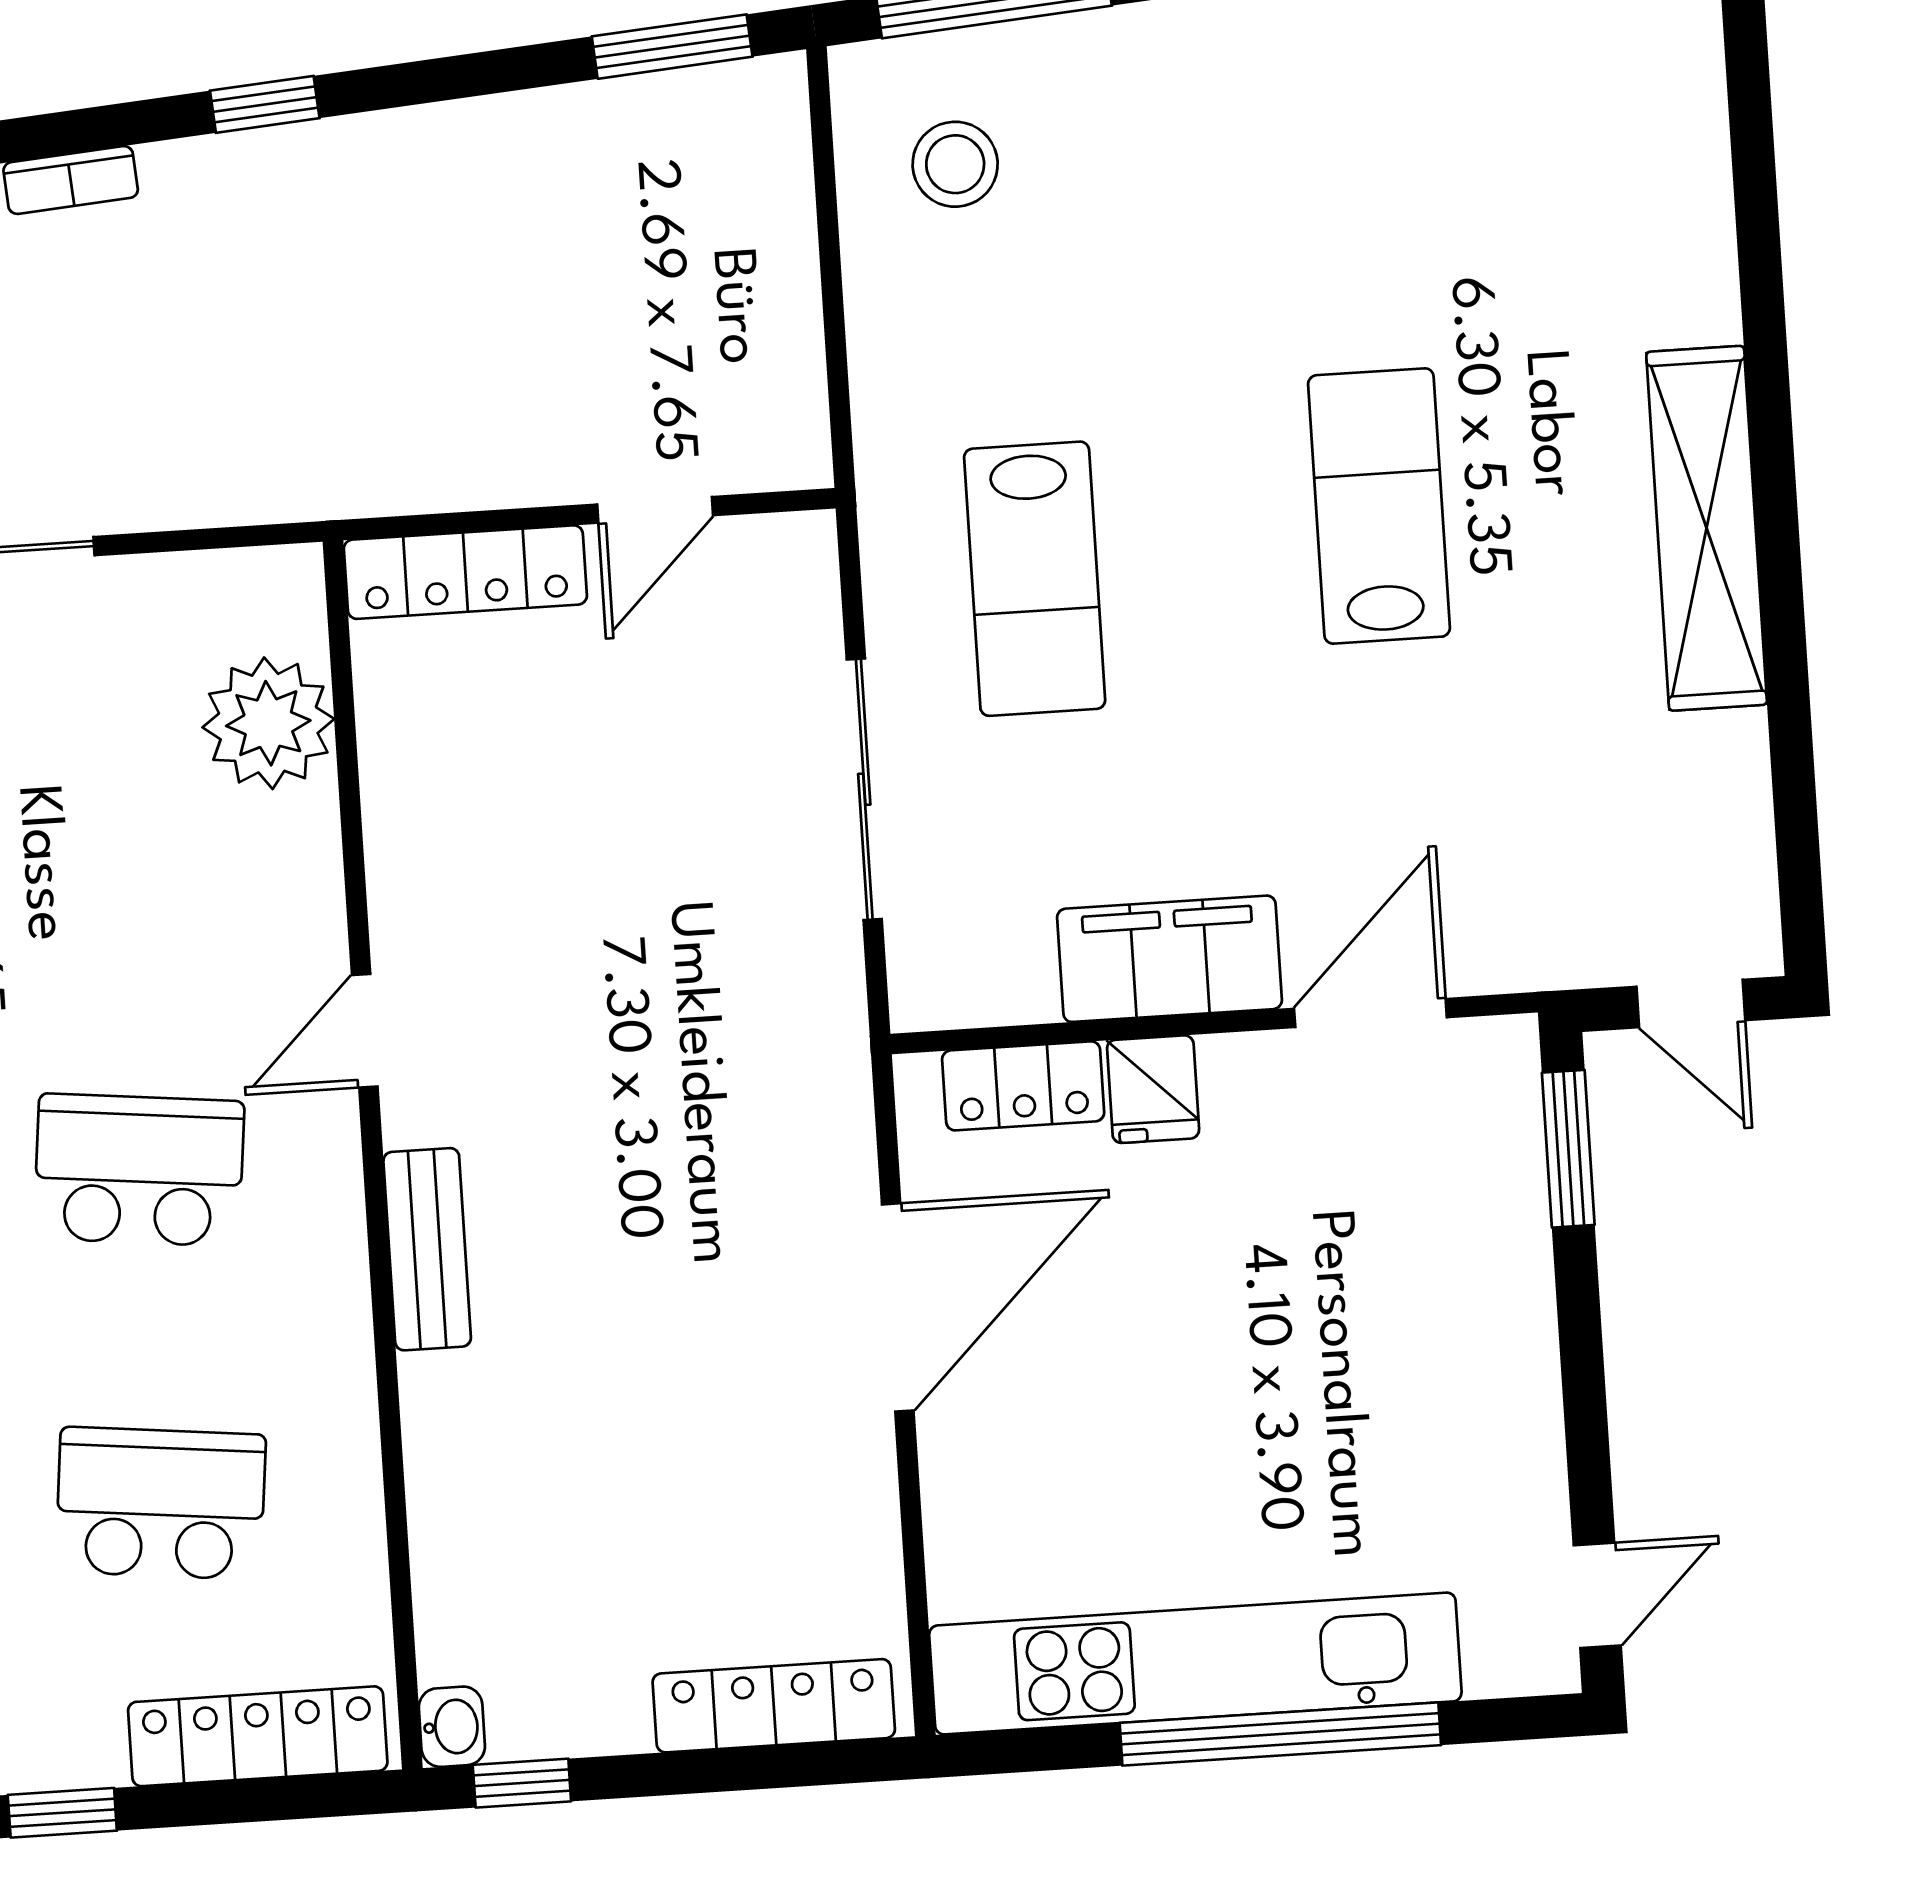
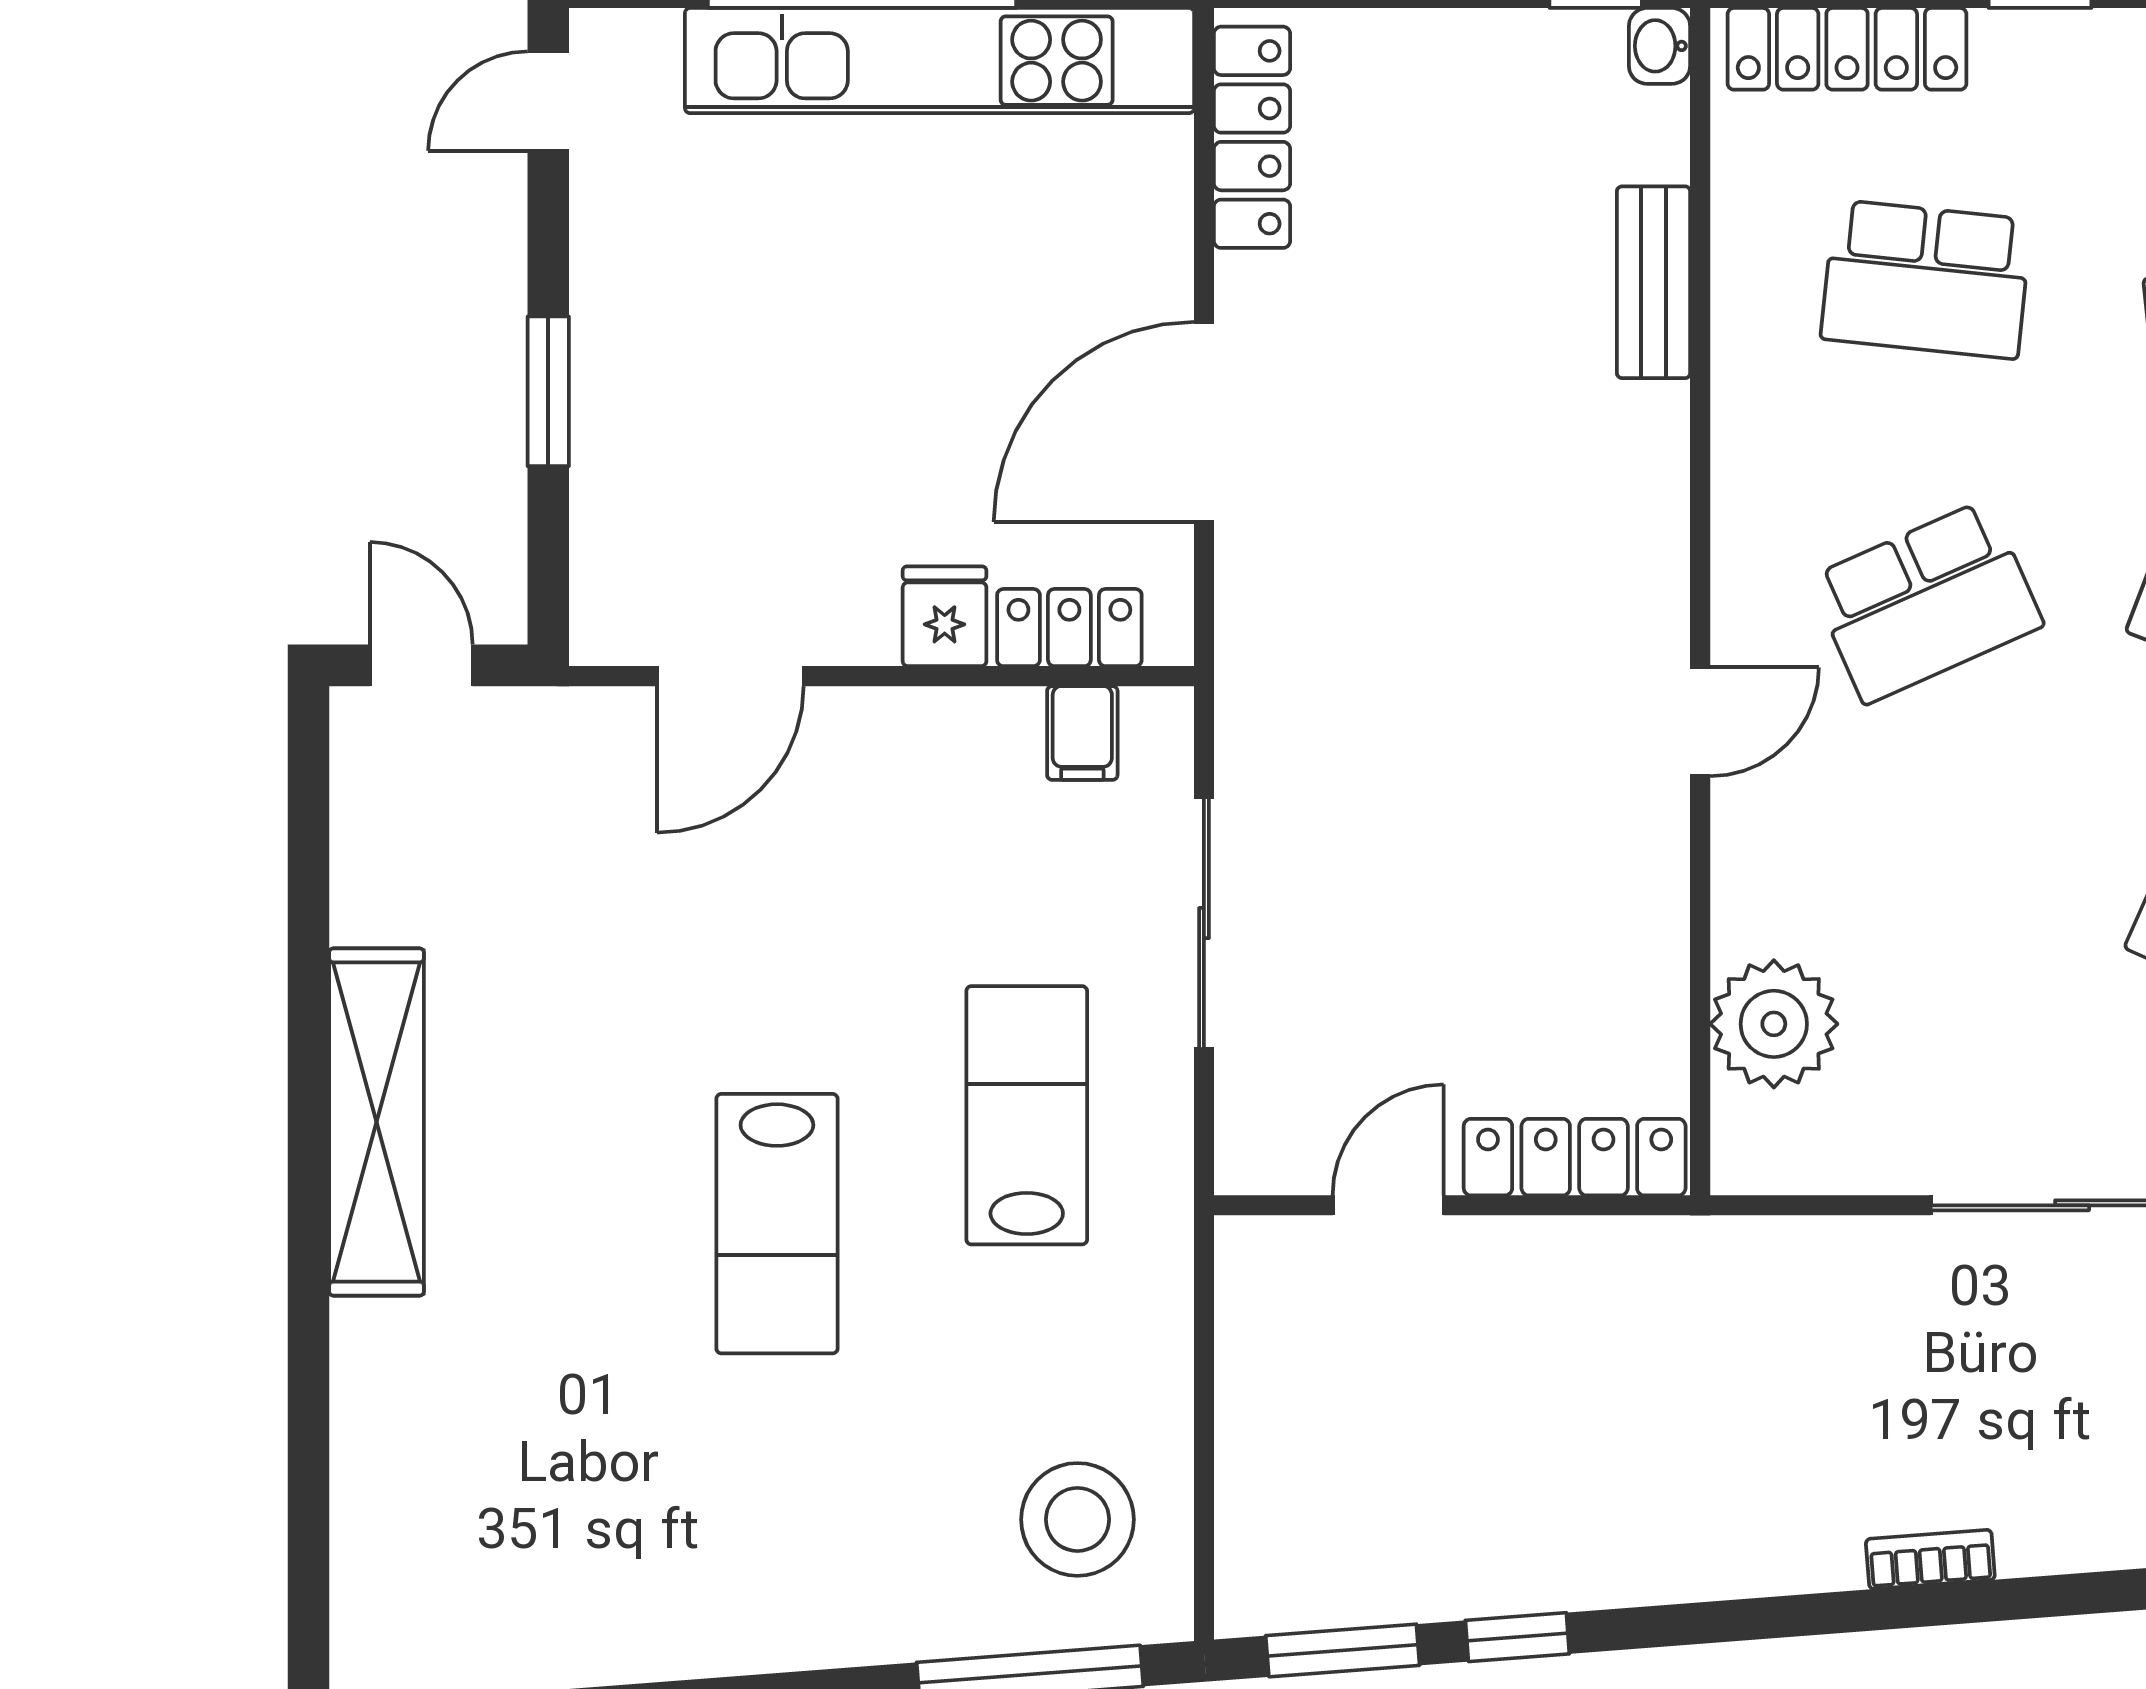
window: (265, 104) -> (1517, 1637), moved
stool: (955, 164) -> (1077, 1519), width x1.38, depth x1.38
lab bench: (1379, 506) -> (777, 1224), moved
filing cabinet: (1169, 959) -> (1082, 733), moved, width x0.33, depth x0.86
window: (1568, 1149) -> (548, 391), moved
school desk: (139, 1170) -> (1926, 602), turned -30
bench: (427, 1249) -> (1654, 282), moved
locker: (774, 1706) -> (1252, 137), moved, turned -90

